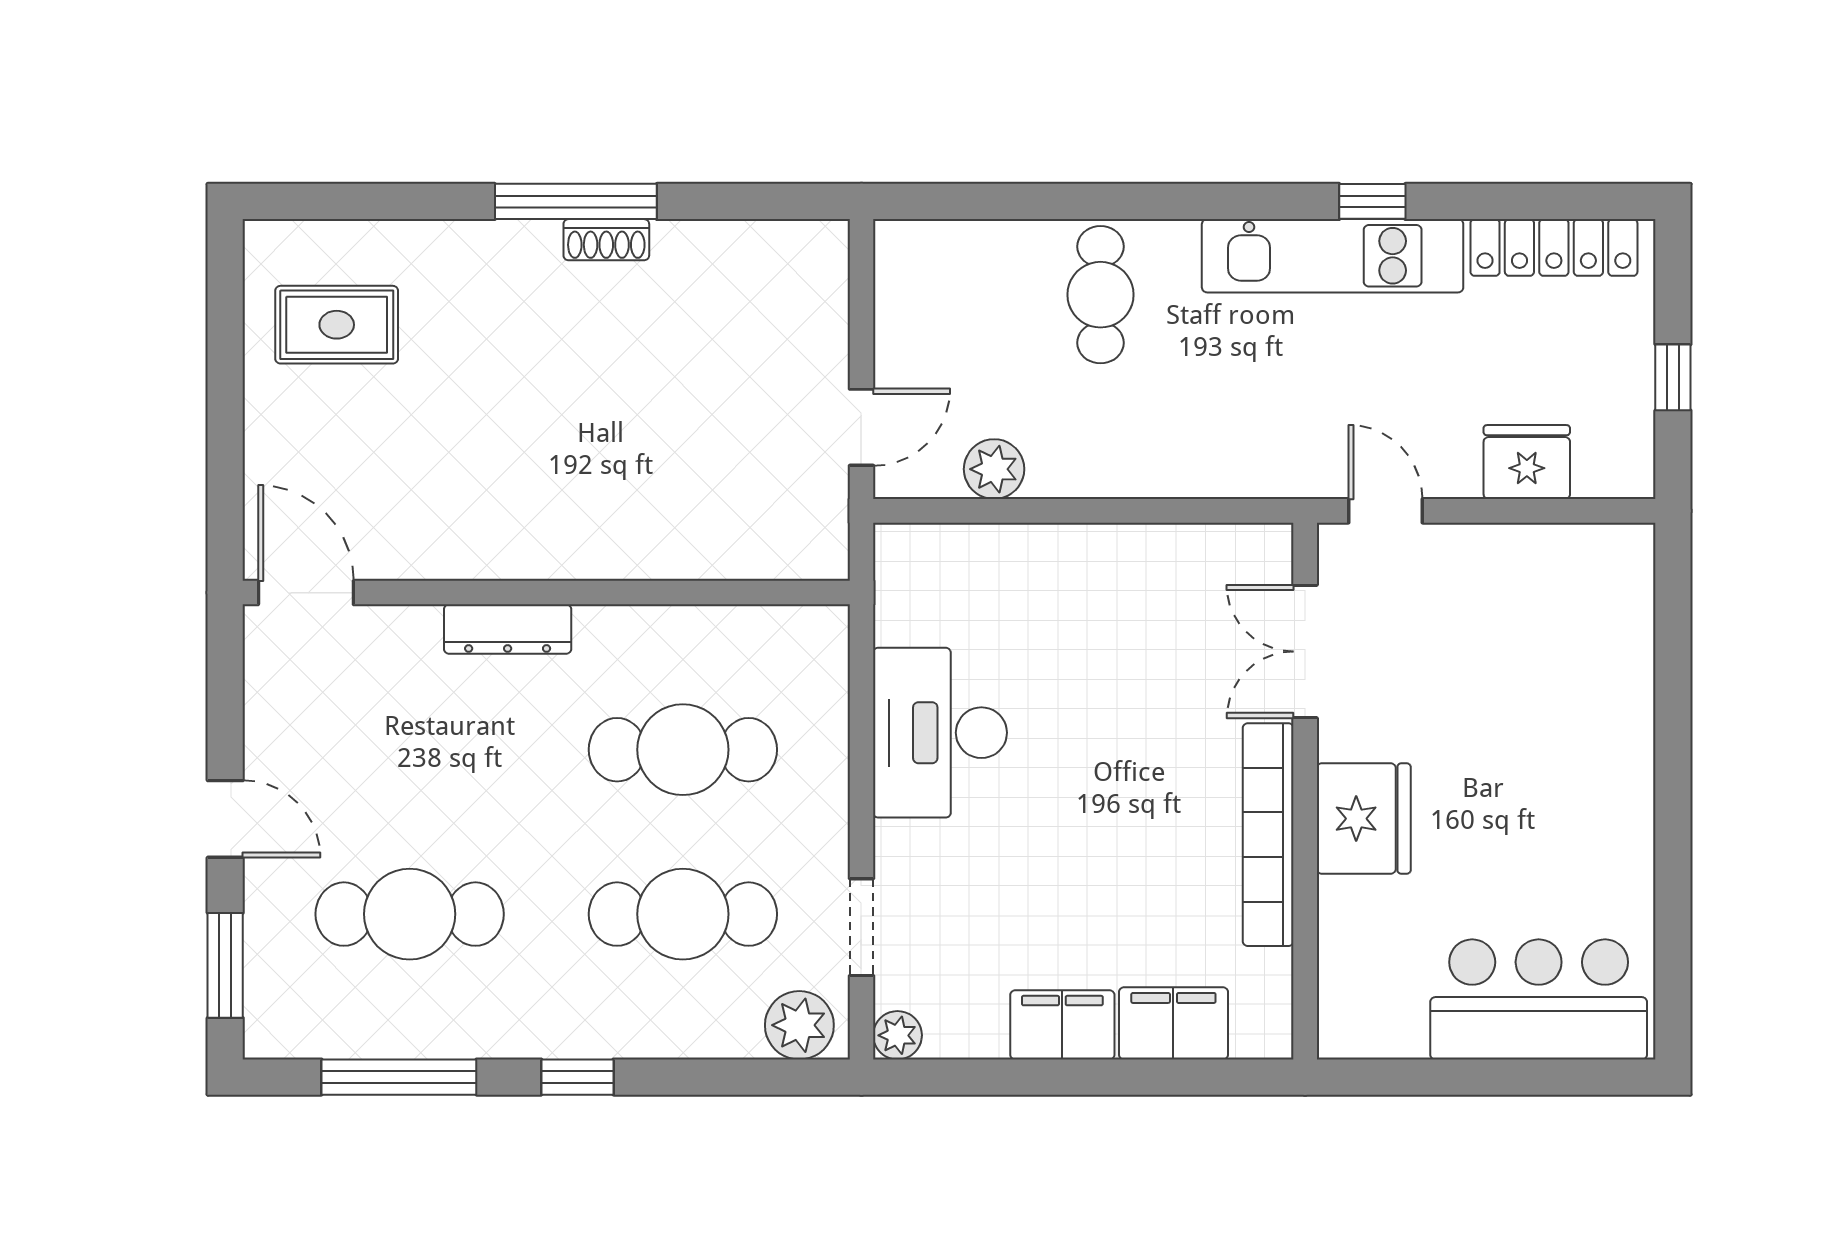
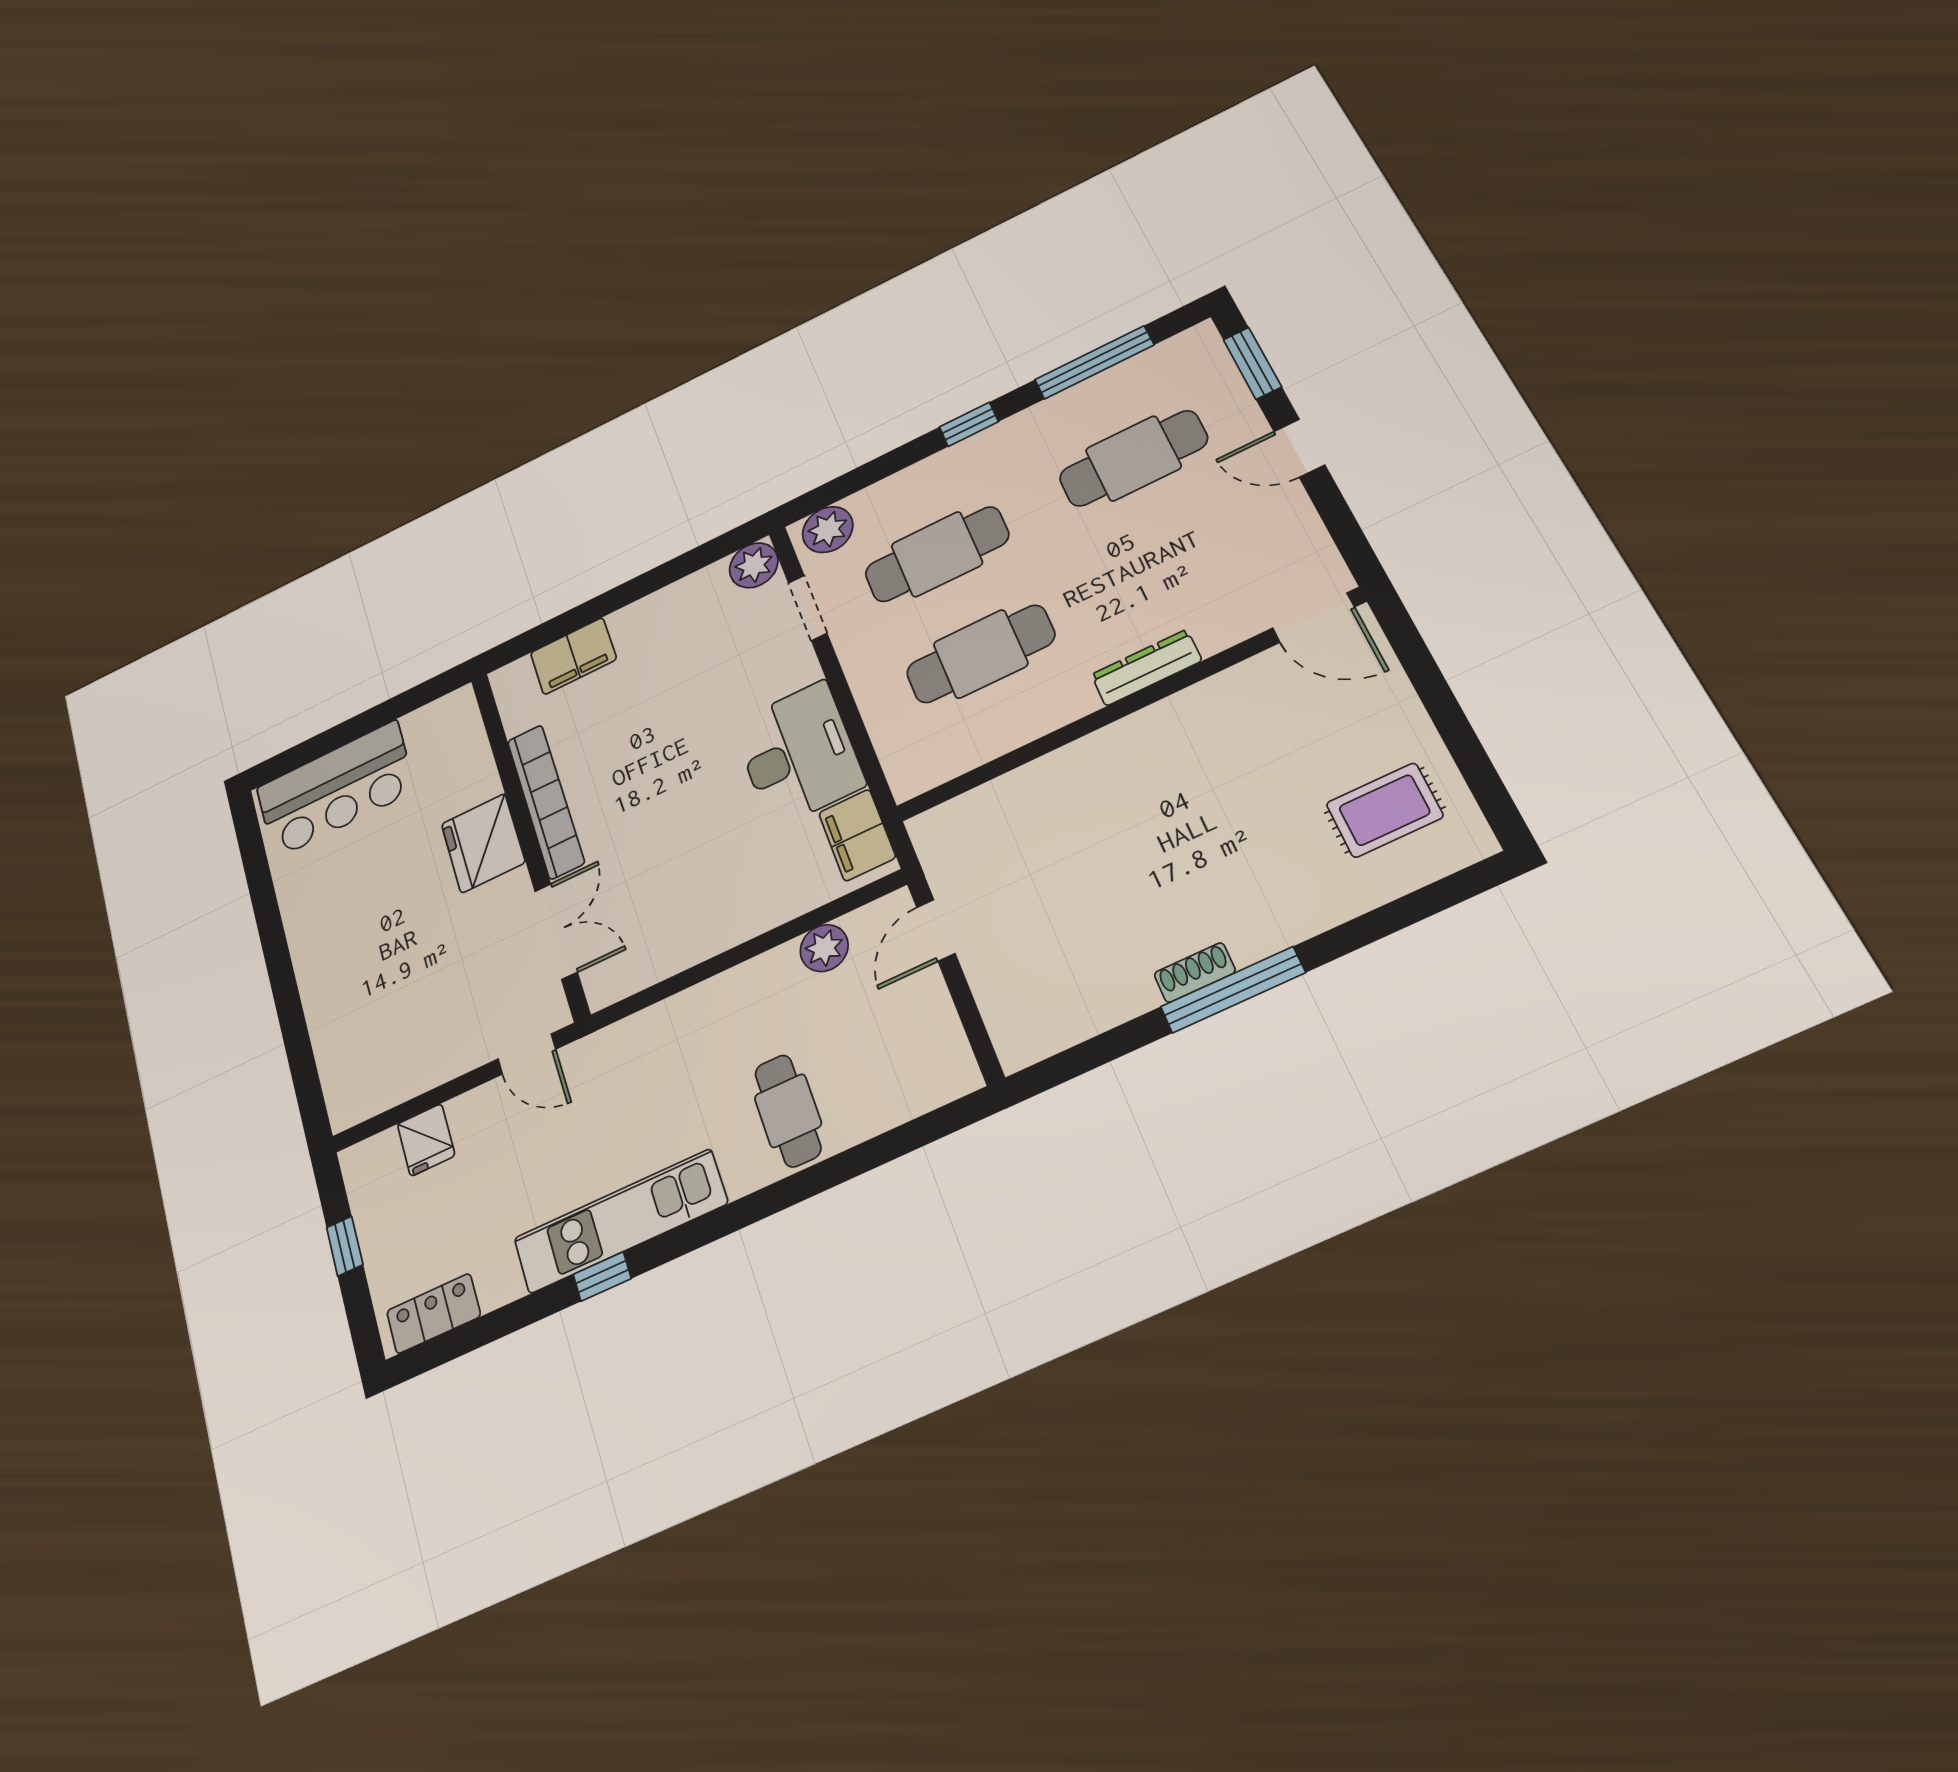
locker: (1554, 247) -> (434, 1314), width x0.66
fridge: (1527, 462) -> (426, 1140), width x0.72
filing cabinet: (1062, 1025) -> (857, 835), moved, turned 90
plant: (897, 1035) -> (754, 565), width x1.38, depth x1.38

